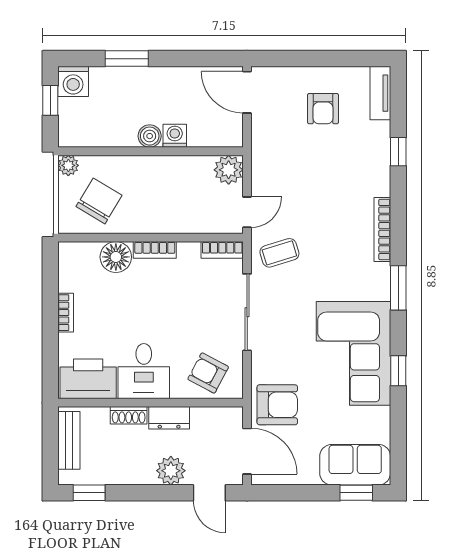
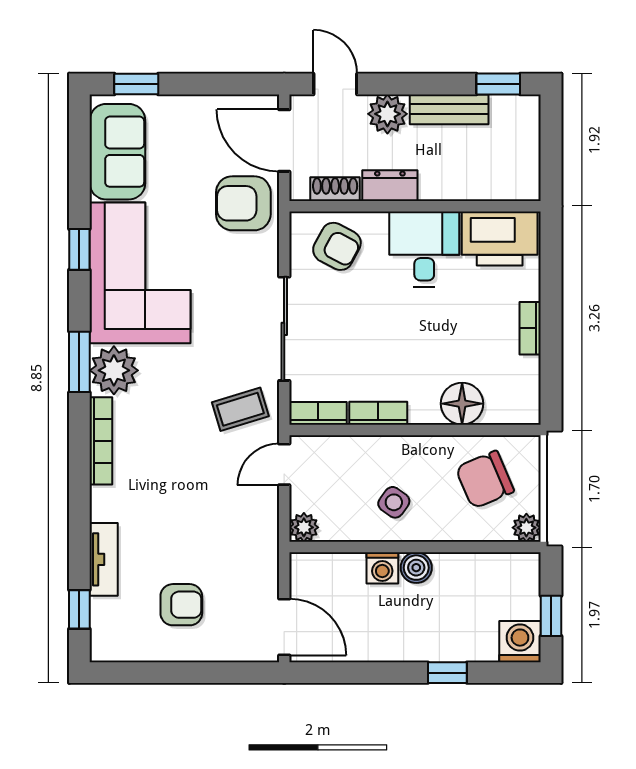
window: (127, 59) -> (447, 673), width x0.67
tv unit: (380, 93) -> (104, 559), moved
armchair: (323, 109) -> (181, 605), turned 90
window: (398, 152) -> (79, 609), moved
plant: (229, 170) -> (304, 527), width x0.73, depth x0.73
side table: (166, 184) -> (394, 502), added
chair: (99, 201) -> (485, 480), turned 36
bookcase: (155, 250) -> (378, 413), moved
plant: (373, 282) -> (114, 370), added
shoe rack: (129, 415) -> (335, 189), moved
bench: (69, 440) -> (449, 109), moved, turned 90
sofa: (355, 465) -> (117, 152), moved, turned -90

